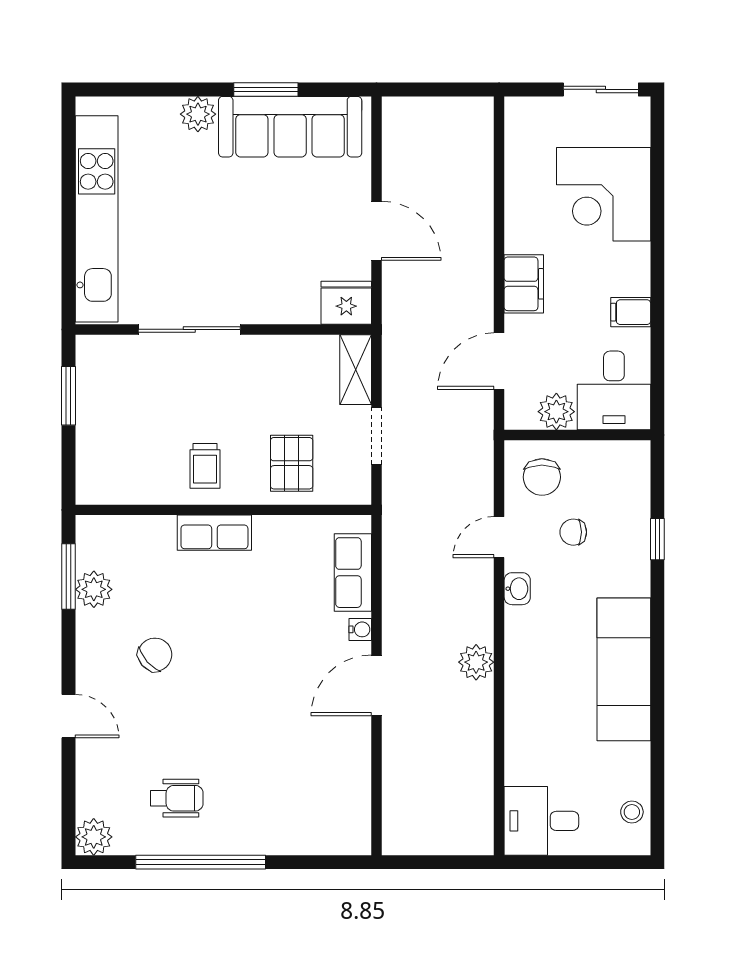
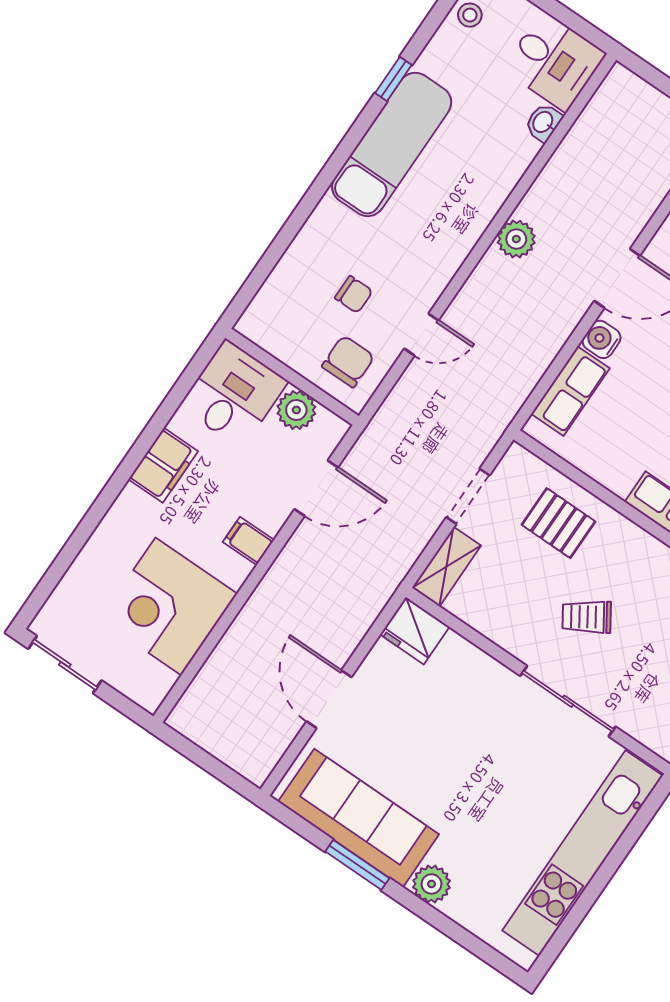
corner desk: (604, 194) -> (168, 606), moved, turned 180
door: (377, 231) -> (329, 699), moved
filing cabinet: (524, 284) -> (248, 541), width x0.50
filing cabinet: (631, 312) -> (163, 465), width x2.00
pallet: (292, 463) -> (558, 523), turned 90
trolley: (205, 466) -> (587, 617), moved, turned -123
window: (657, 539) -> (393, 79), moved
washbasin: (517, 589) -> (543, 122), moved
water cooler: (360, 629) -> (602, 339), width x1.38, depth x1.38

